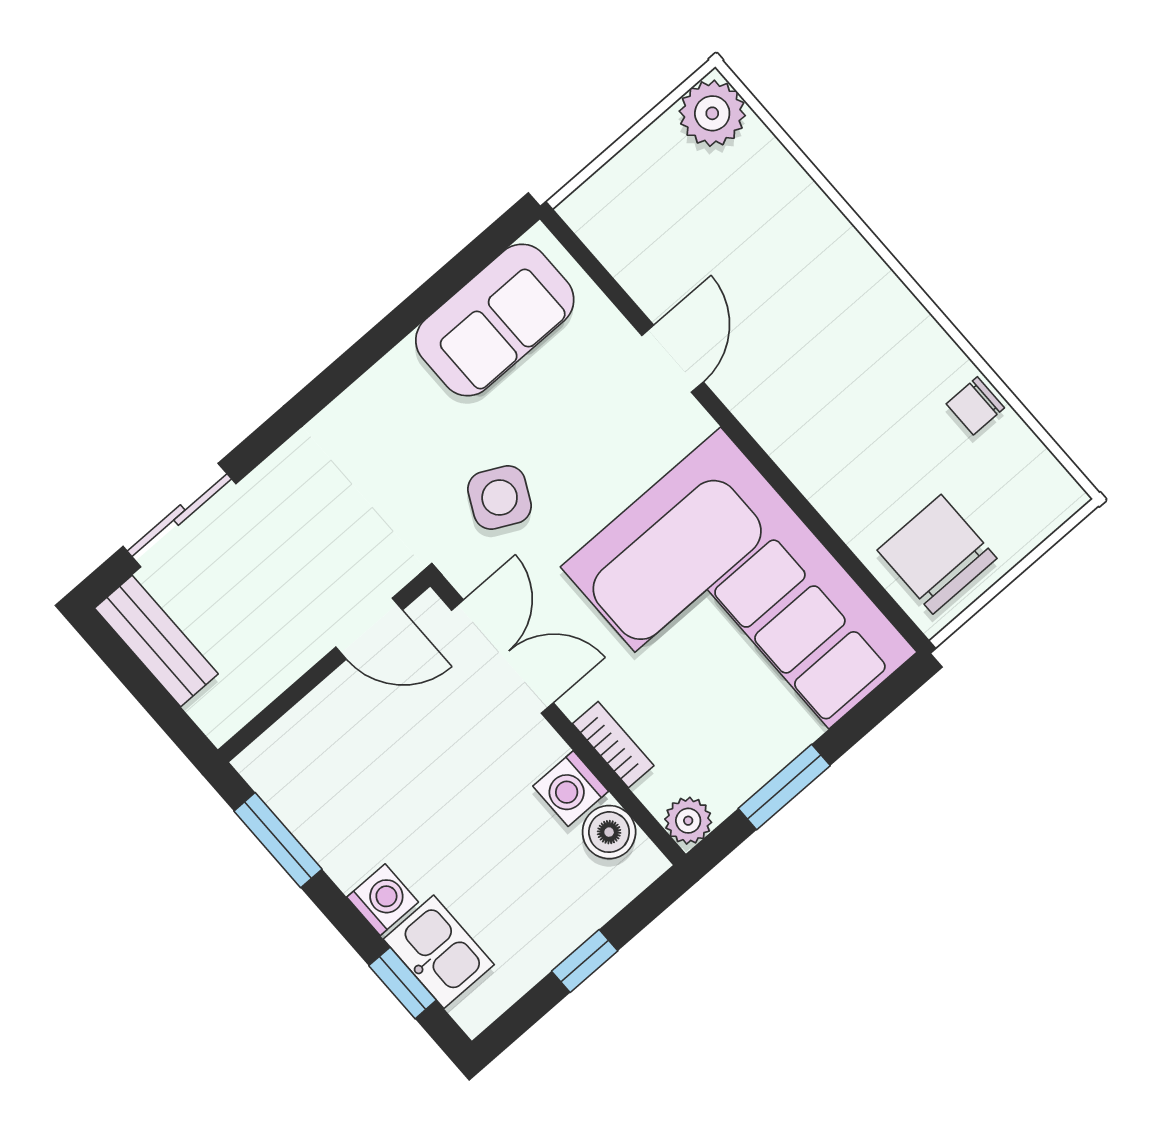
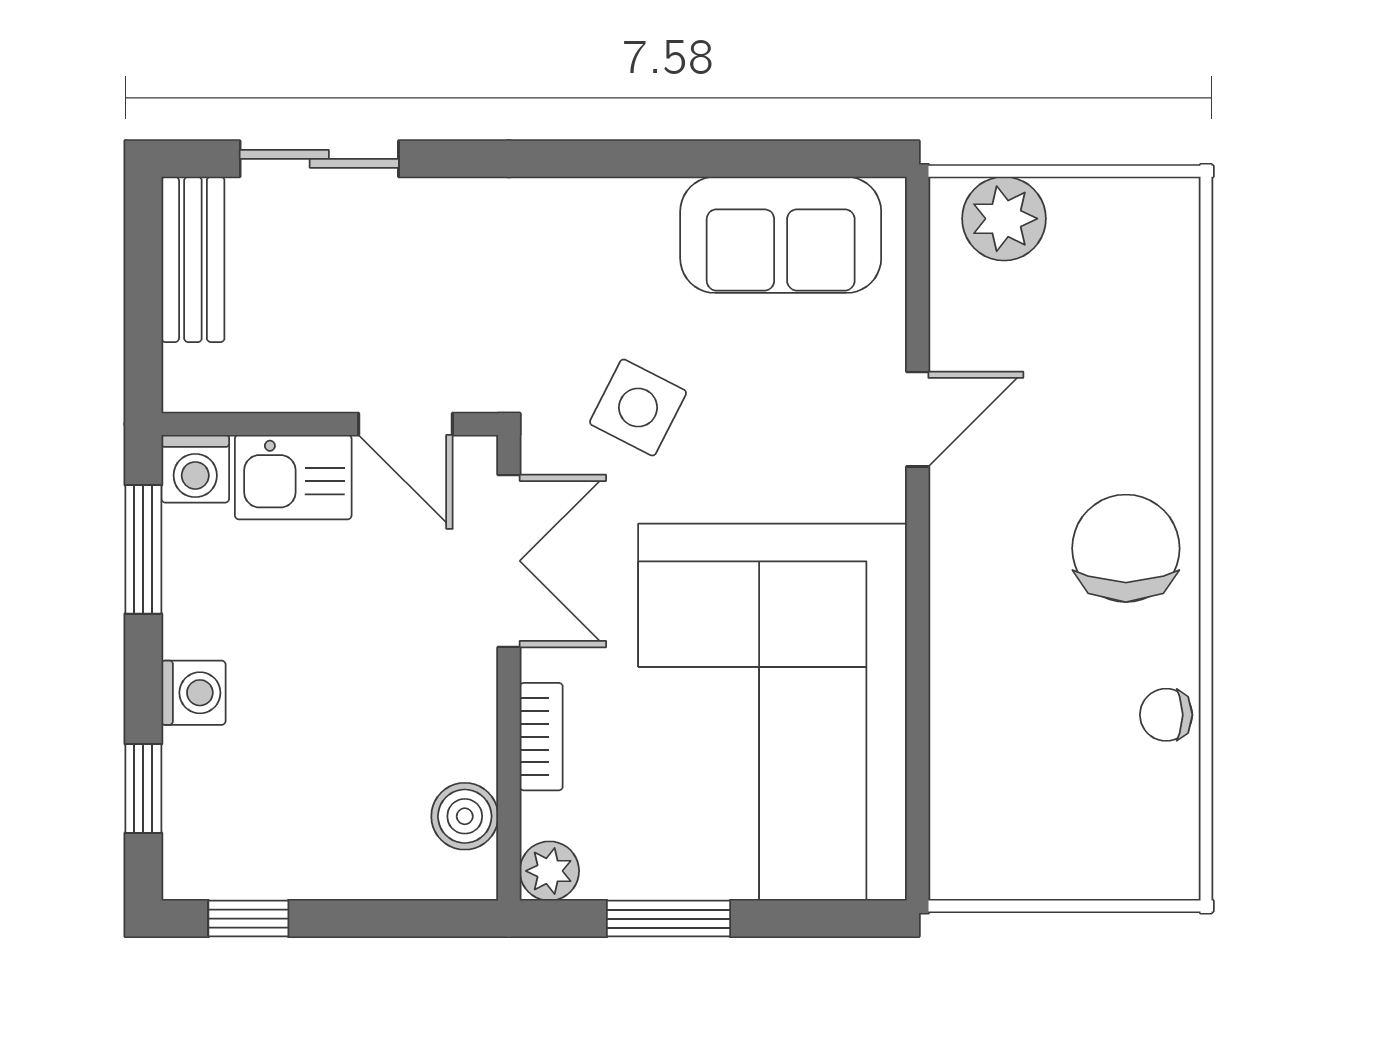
plant: (712, 113) -> (1004, 219), moved
chair: (937, 554) -> (1126, 548), moved
washing machine: (571, 789) -> (195, 469), moved, turned -90
kitchen sink: (439, 952) -> (293, 477), moved, turned 90
window: (585, 961) -> (248, 919), moved

